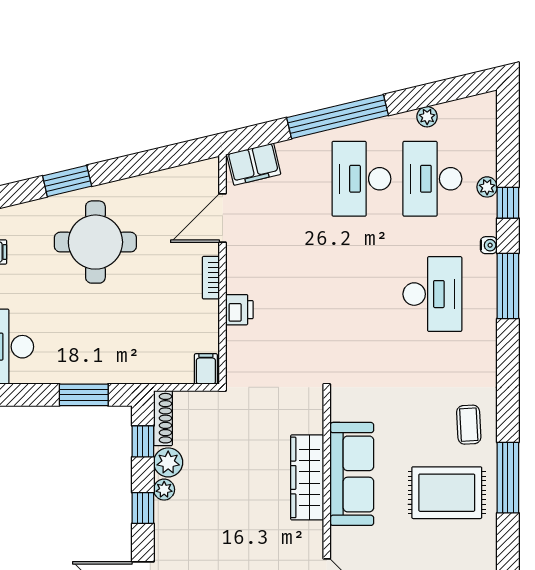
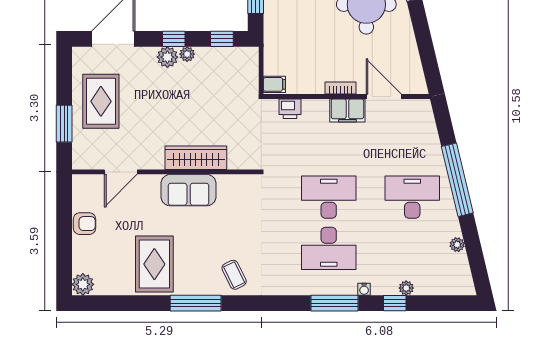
filing cabinet: (254, 164) -> (347, 110), moved, turned -77
desk: (432, 179) -> (329, 197), moved
printer: (239, 310) -> (290, 109), moved
shoe rack: (163, 418) -> (239, 53), removed
coffee table: (469, 425) -> (234, 275), turned 67
plant: (168, 462) -> (167, 57), moved
sofa: (352, 474) -> (189, 190), width x0.73
rug: (447, 493) -> (154, 264), moved

